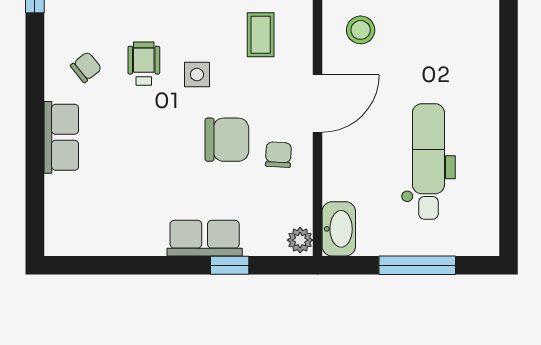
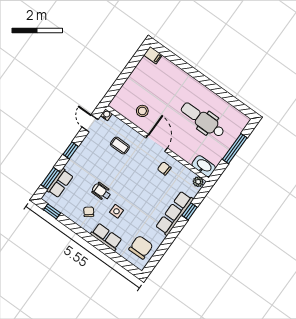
side table: (197, 74) -> (116, 211), moved
chair: (227, 140) -> (141, 247), moved
row of seats: (205, 238) -> (174, 213), width x1.48

